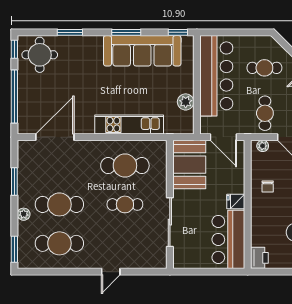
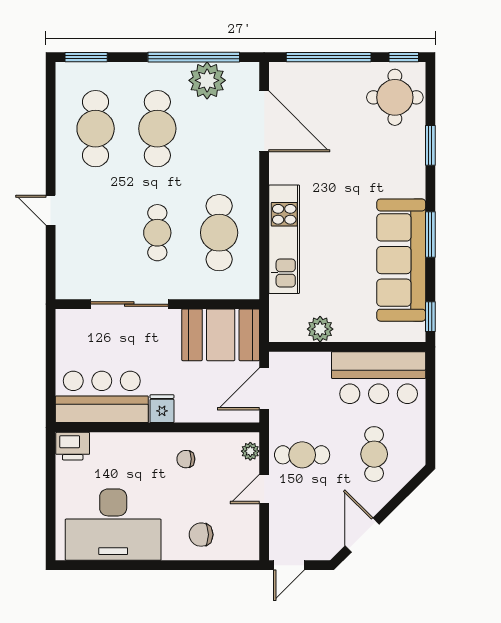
bar counter: (216, 76) -> (379, 378), width x0.73
window: (14, 181) -> (194, 57), width x2.11
plant: (24, 214) -> (207, 80), moved, width x1.87, depth x1.87

